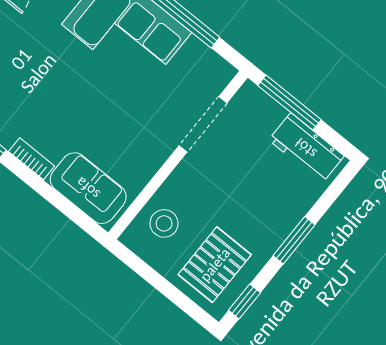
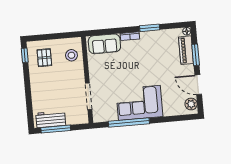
window: (289, 103) -> (56, 129), moved
window: (294, 240) -> (28, 88), removed
pallet: (215, 265) -> (44, 58), width x0.67, depth x0.71

